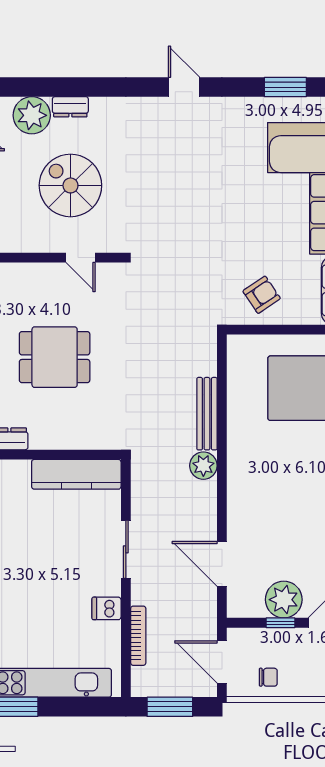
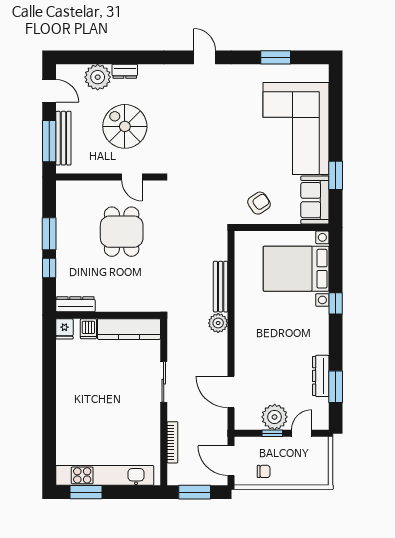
dining table: (55, 357) -> (122, 232), moved, turned 90
dishwasher: (106, 608) -> (88, 329), moved, turned -90

